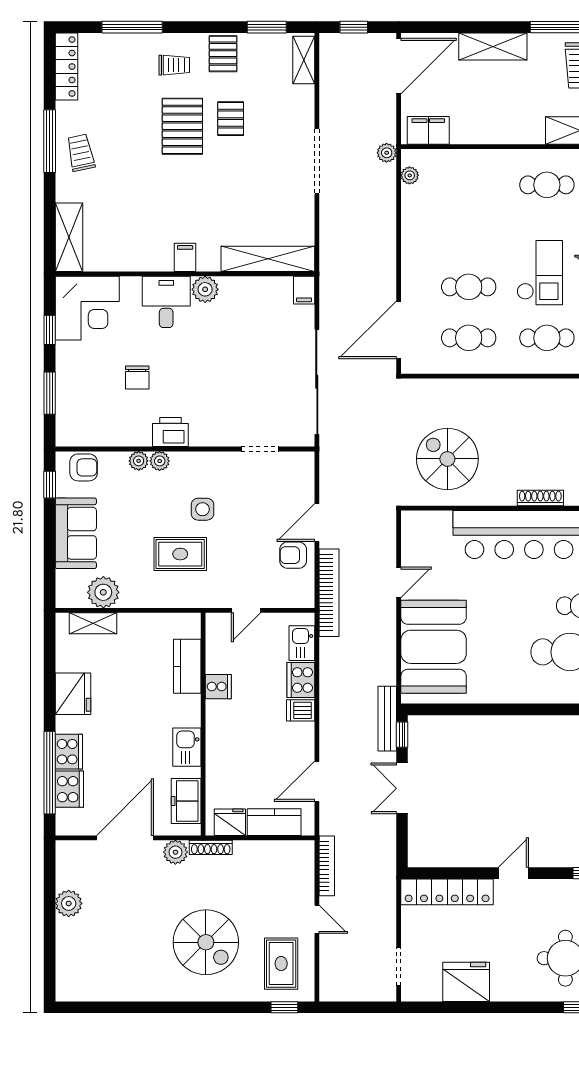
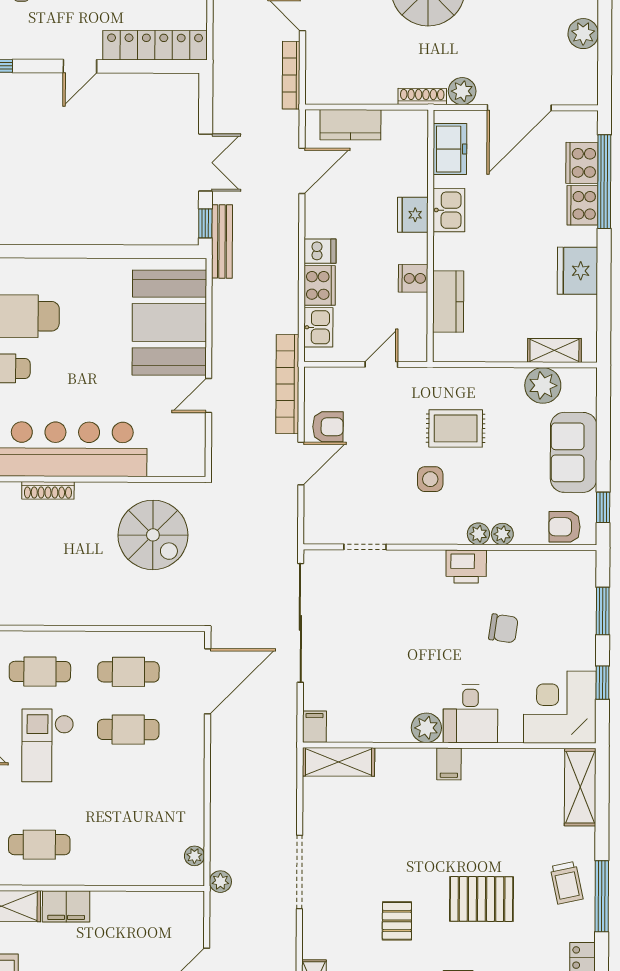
pallet: (182, 126) -> (482, 899), moved, turned 90
filing cabinet: (428, 130) -> (66, 906), moved
shelving: (268, 259) -> (338, 762), width x0.68
chair: (137, 377) -> (503, 628), turned 98
fridge: (230, 822) -> (413, 215), moved, turned 90

